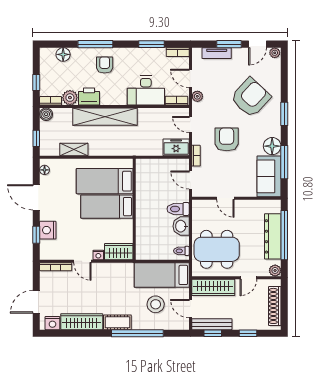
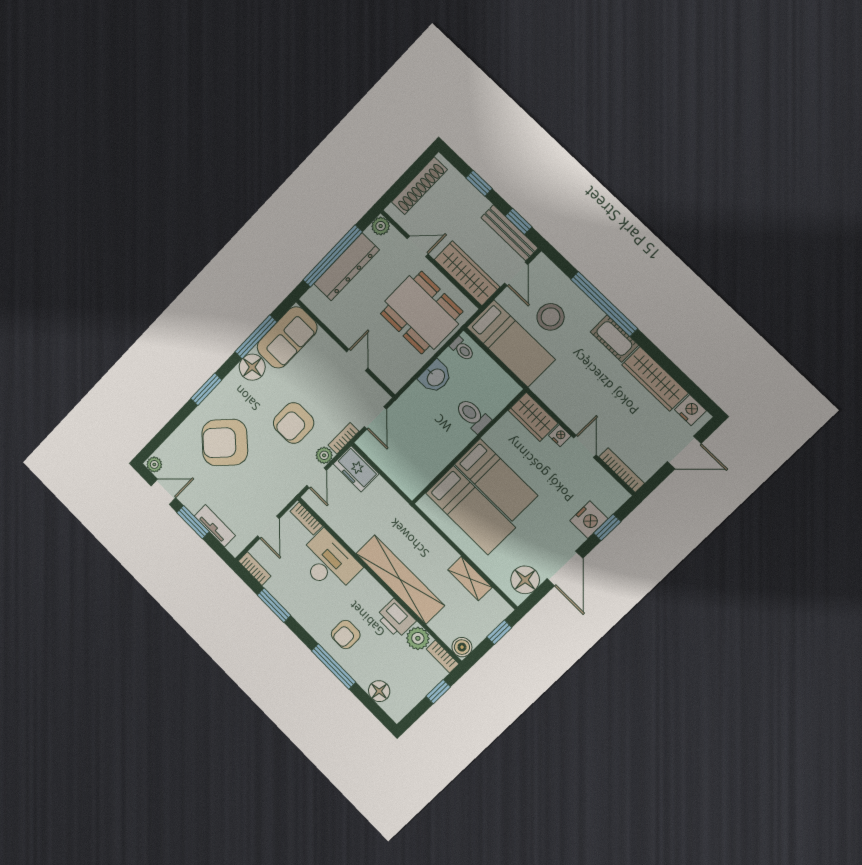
plant: (197, 96) -> (324, 455), moved
floor lamp: (45, 170) -> (525, 580), width x1.89, depth x1.89
toilet: (178, 209) -> (473, 415), moved, turned 180

